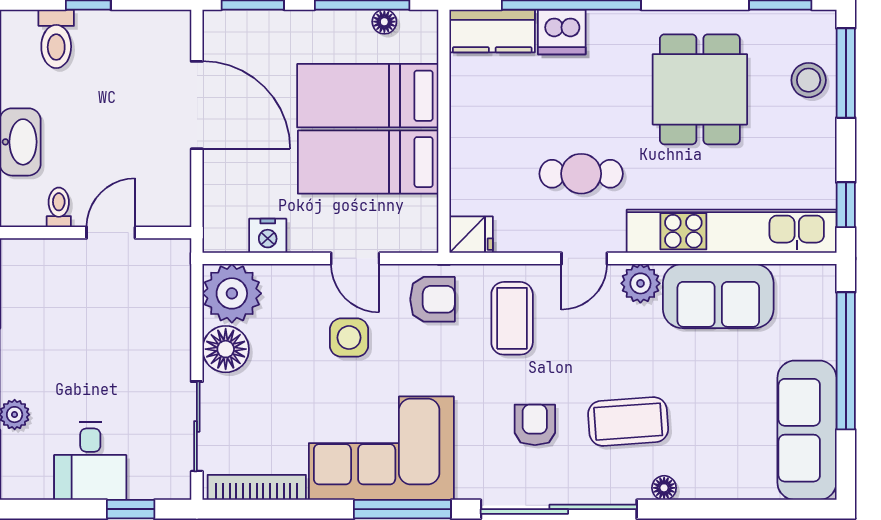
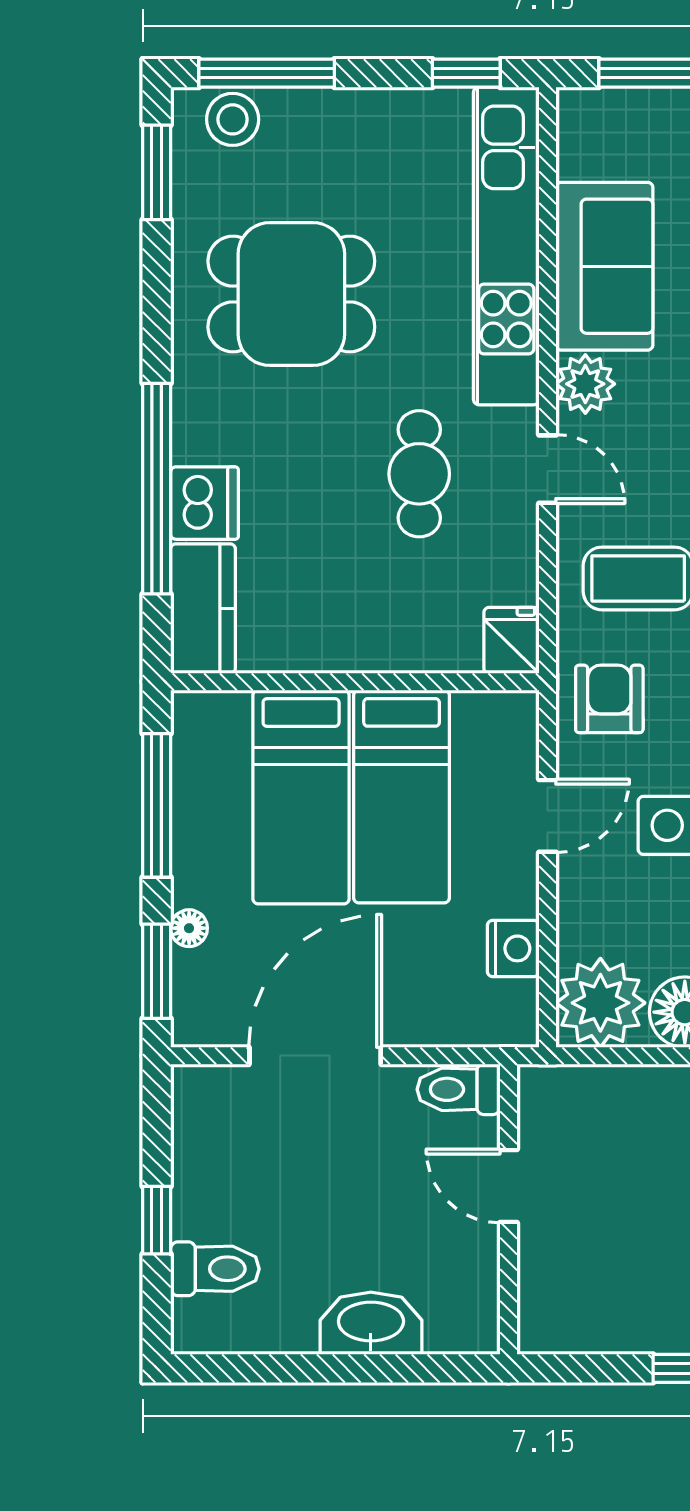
floor lamp: (384, 22) -> (189, 928), moved
stool: (809, 80) -> (233, 119), moved
toilet: (59, 207) -> (459, 1089), moved, width x1.37, depth x1.39

